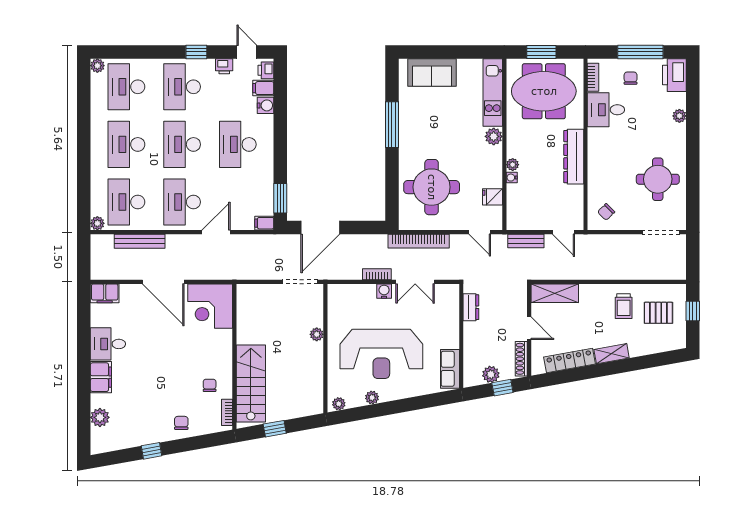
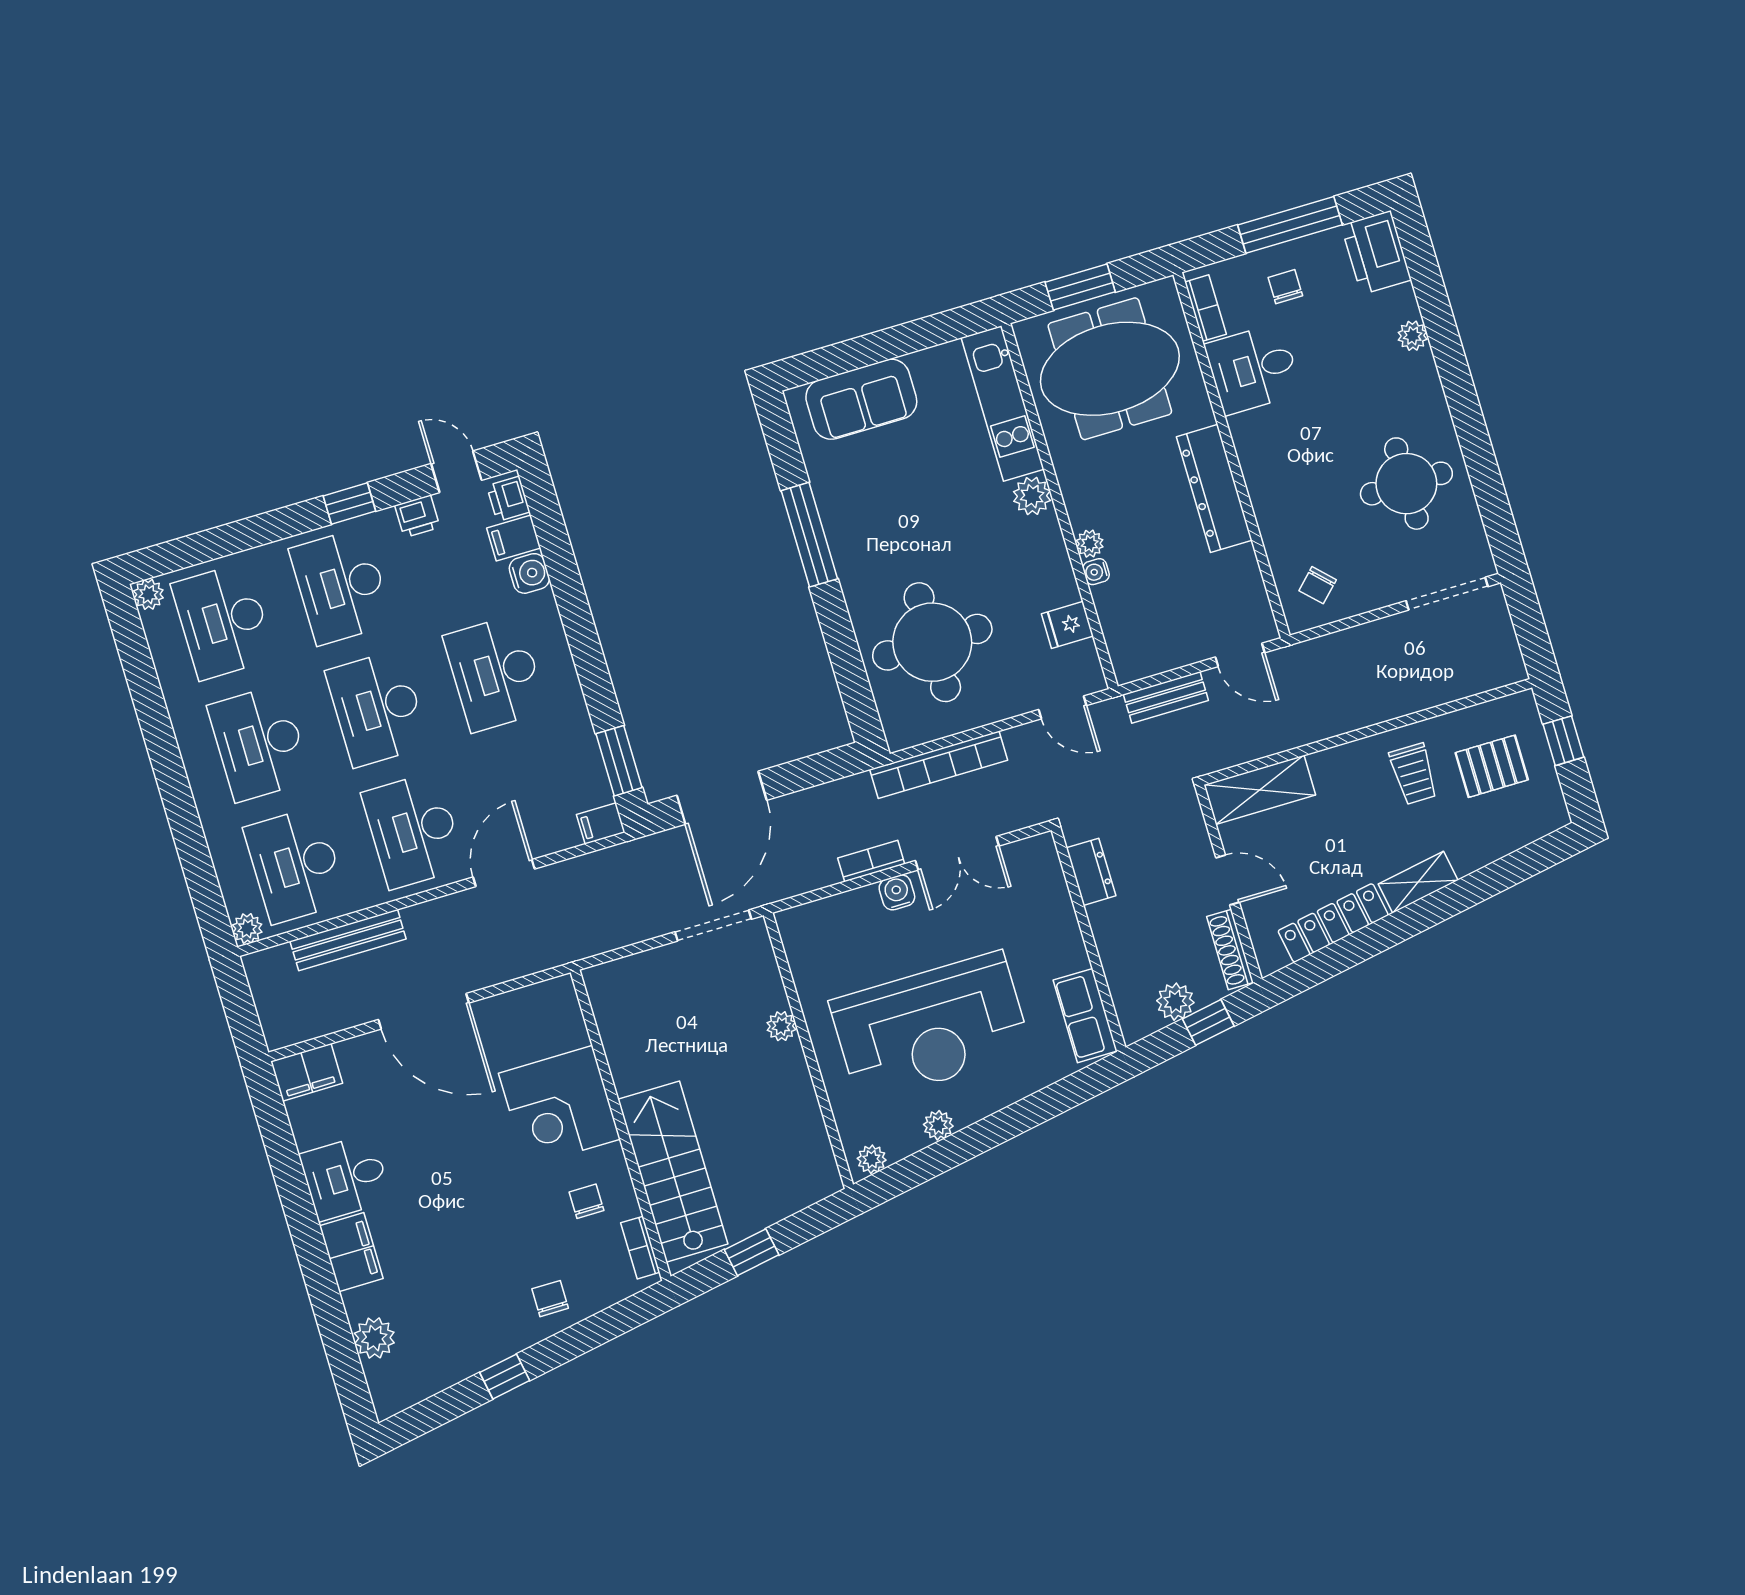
corner desk: (210, 306) -> (559, 1106), moved

